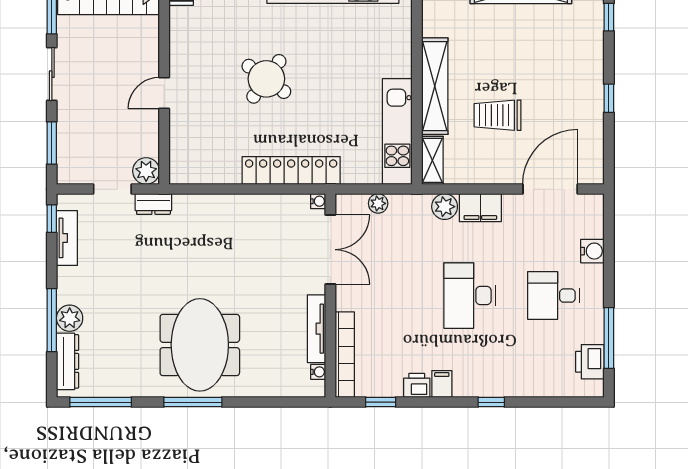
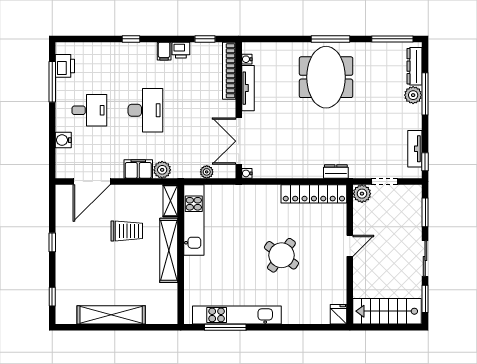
locker: (291, 170) -> (314, 194), moved
dresser: (153, 204) -> (336, 172), moved

